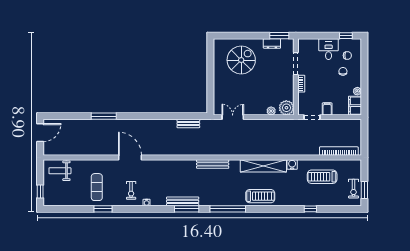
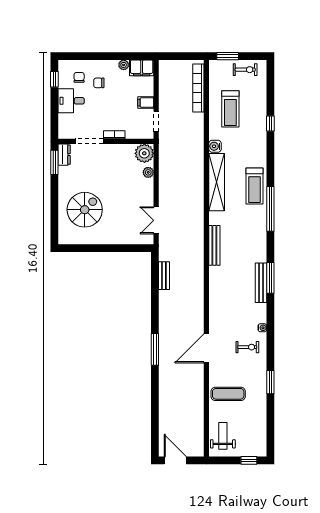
dresser: (272, 44) -> (64, 155), moved
spiral stairs: (241, 60) -> (85, 210), turned 90
window: (104, 116) -> (155, 349), moved
weight bench: (60, 171) -> (223, 436), turned 180
exercise mat: (97, 187) -> (228, 394), moved
window: (364, 190) -> (228, 56), moved
treadmill: (260, 196) -> (255, 186), turned 180
window: (228, 209) -> (270, 209), moved

